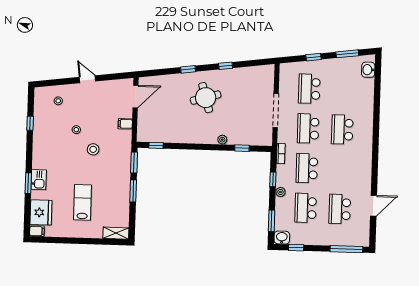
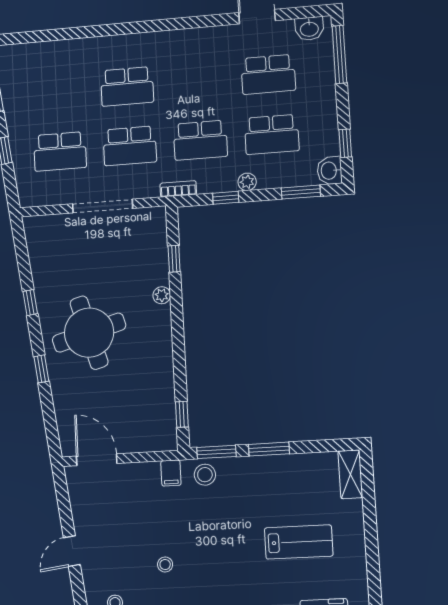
washbasin: (368, 70) -> (309, 29), moved
round table: (206, 98) -> (89, 333), width x1.36, depth x1.36
filing cabinet: (125, 124) -> (171, 473), moved
stool: (93, 149) -> (205, 475), moved
lab bench: (83, 202) -> (299, 542), turned 180

